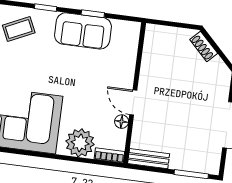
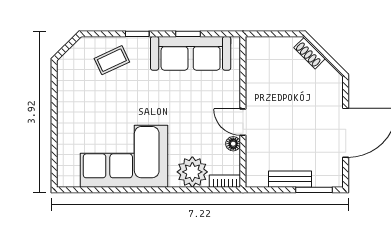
sofa: (83, 31) -> (191, 53), width x1.36
bench: (149, 159) -> (290, 179), moved

